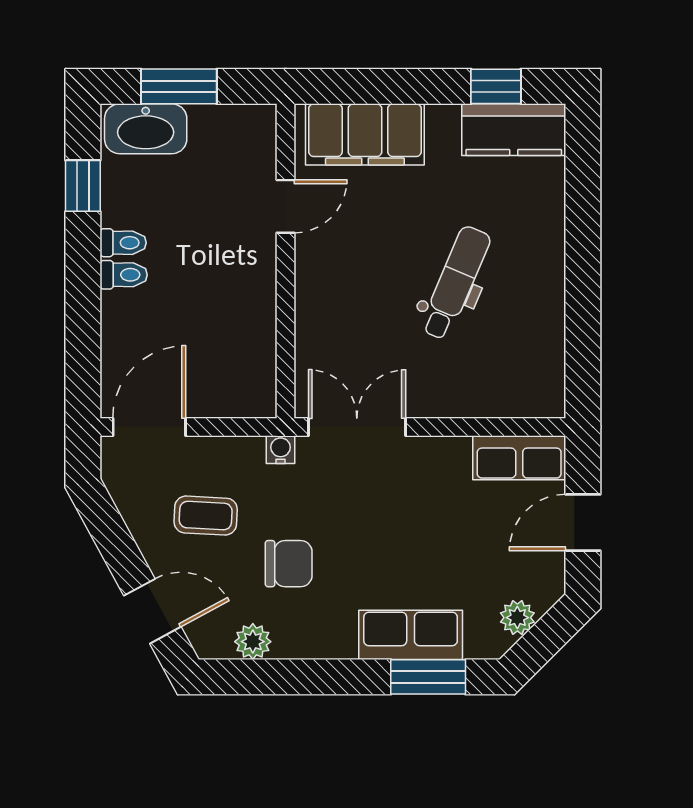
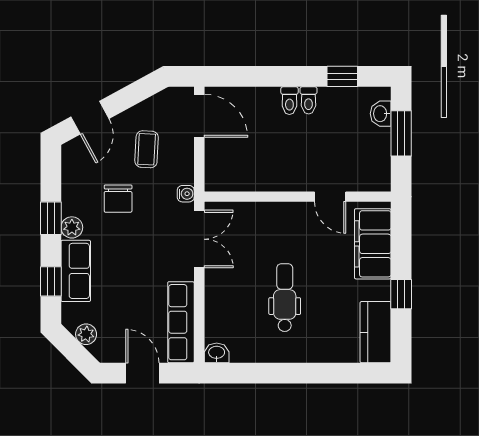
window: (496, 86) -> (401, 294), moved
washbasin: (146, 129) -> (381, 114), width x0.52, depth x0.69
dental chair: (456, 283) -> (285, 298), turned -113
washbasin: (549, 398) -> (217, 353), added
row of seats: (519, 458) -> (181, 322), width x1.48
plant: (253, 642) -> (72, 227), moved
window: (322, 677) -> (51, 218), added
window: (428, 677) -> (51, 281), width x0.67

